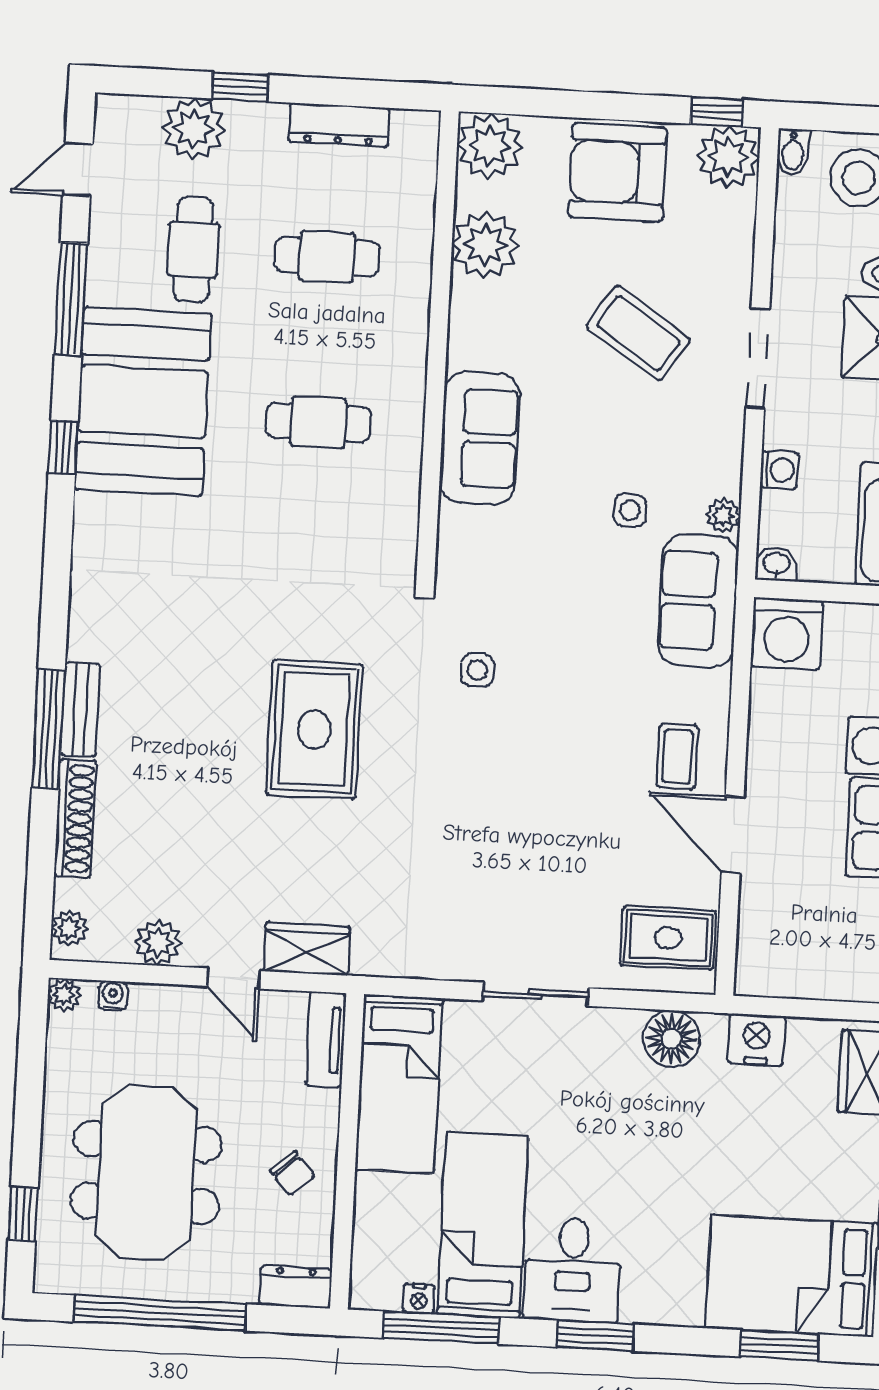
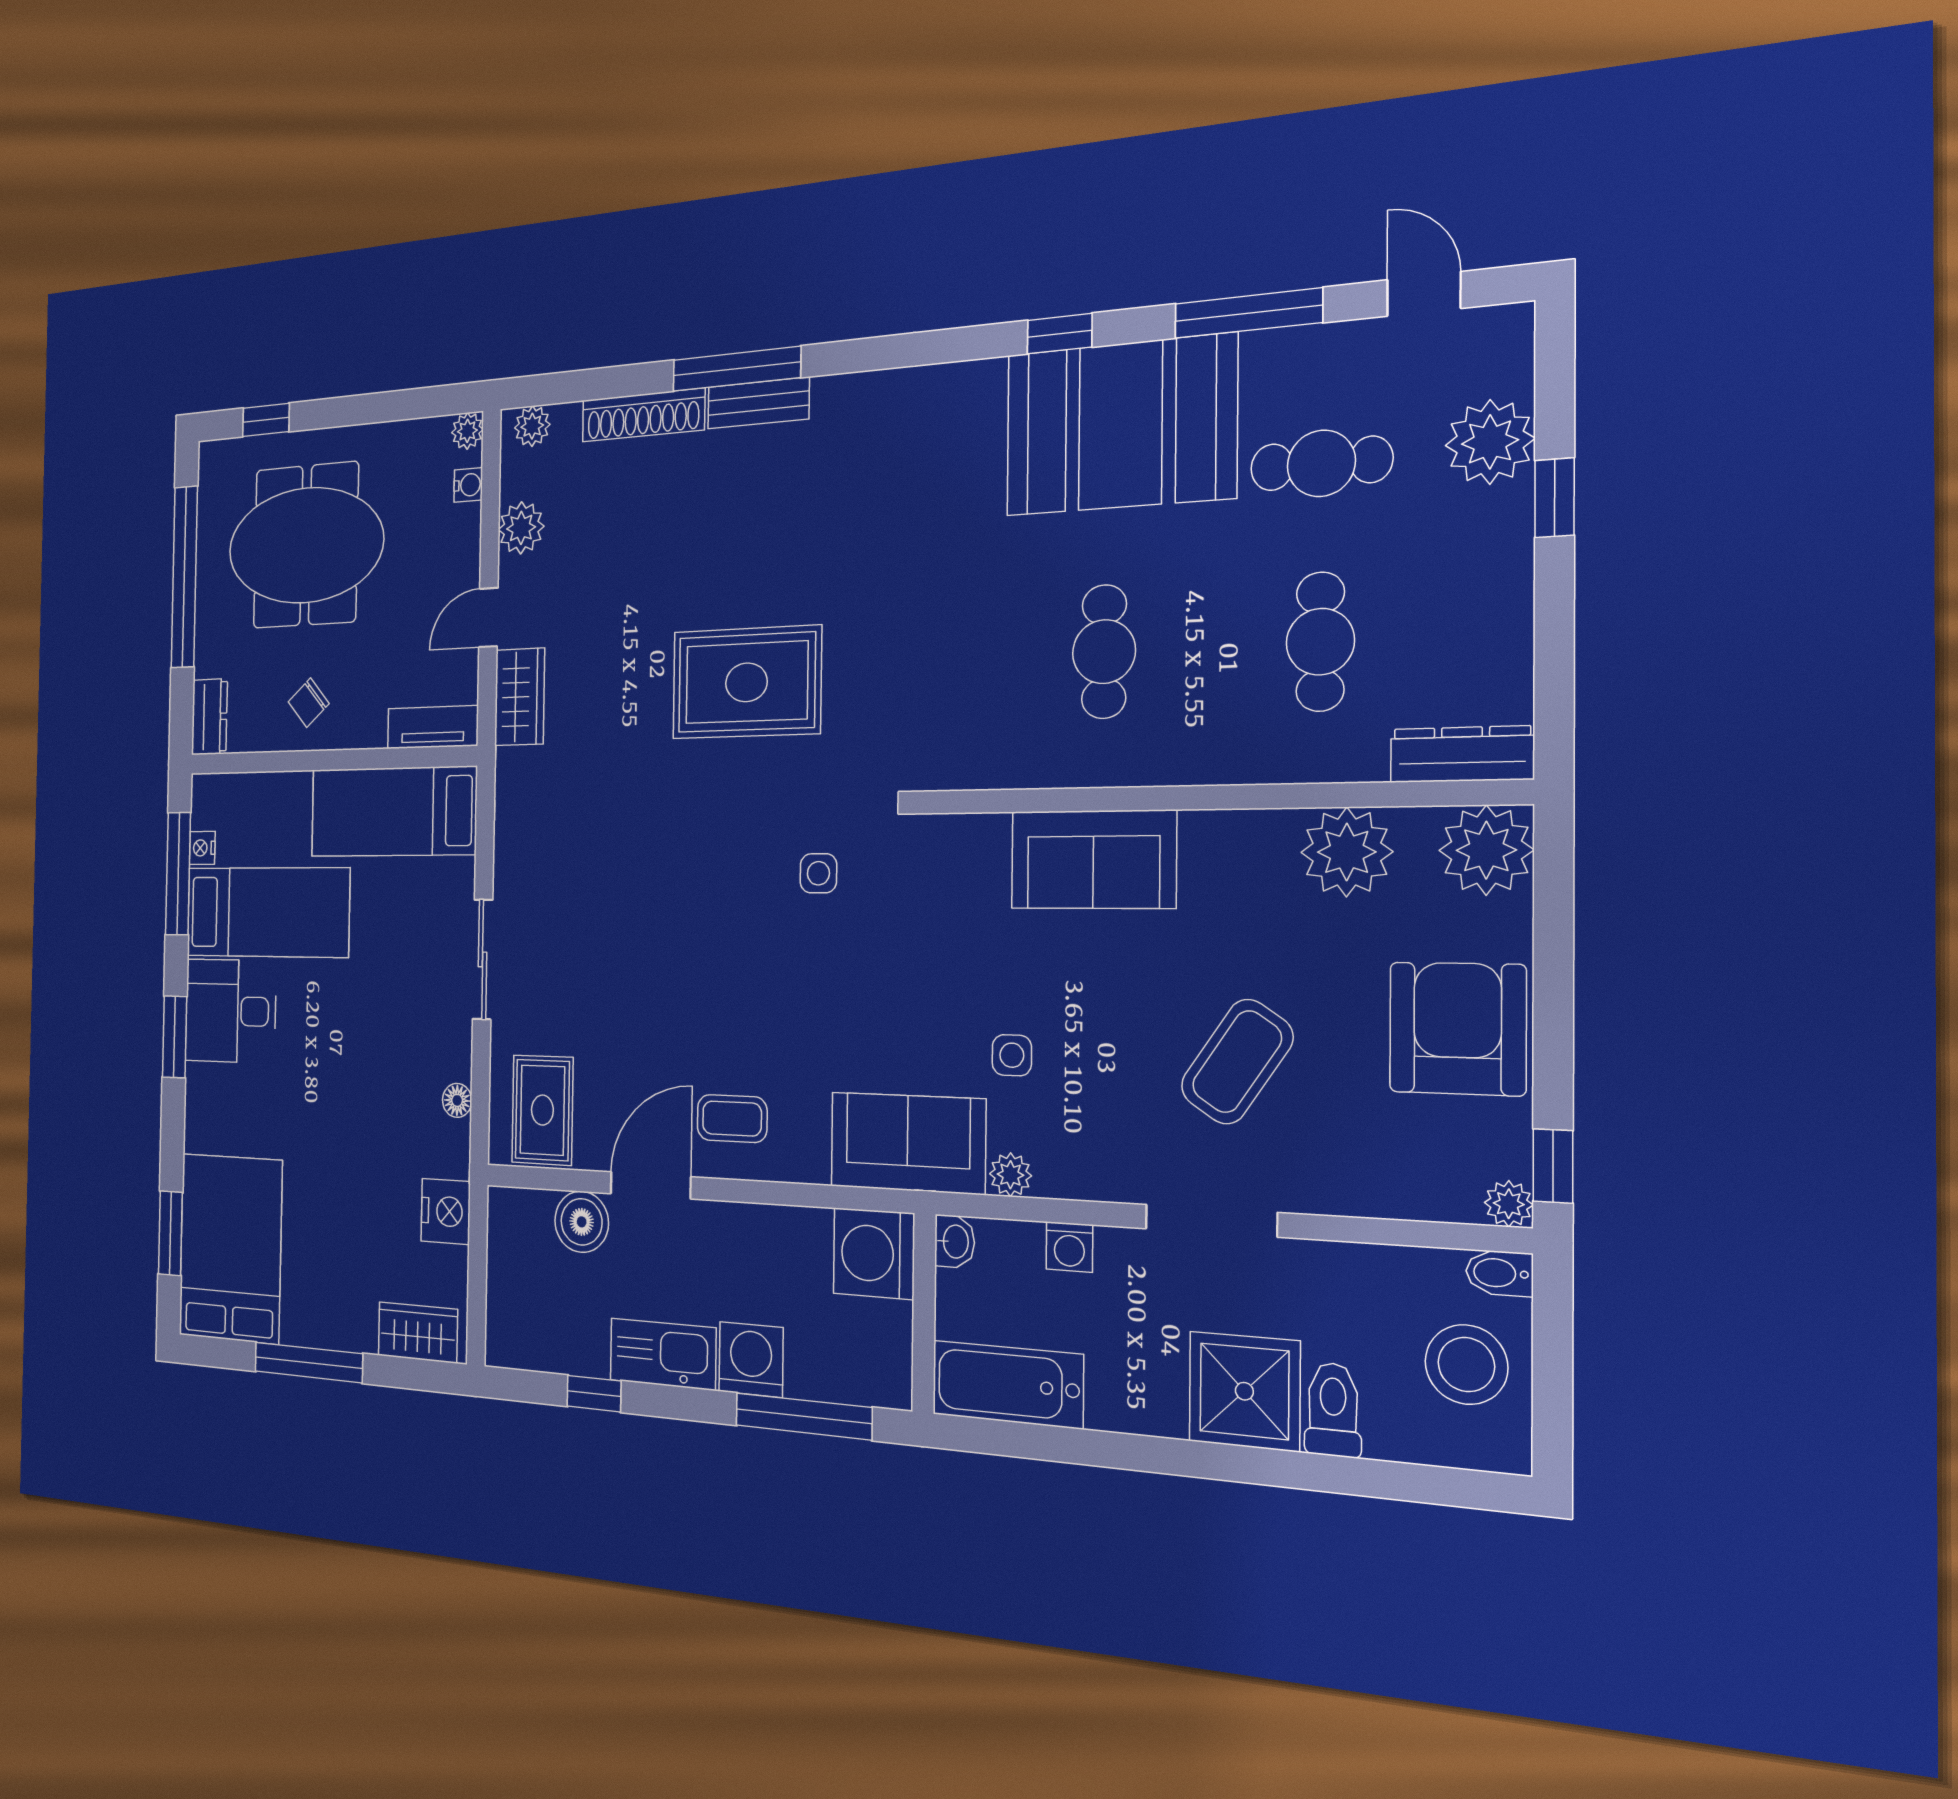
dresser: (339, 125) -> (1462, 754), moved, turned 90
plant: (728, 157) -> (1509, 1204), width x0.53, depth x0.53
boiler: (764, 902) -> (582, 1222), added
floor lamp: (671, 1039) -> (457, 1100), width x0.53, depth x0.53

